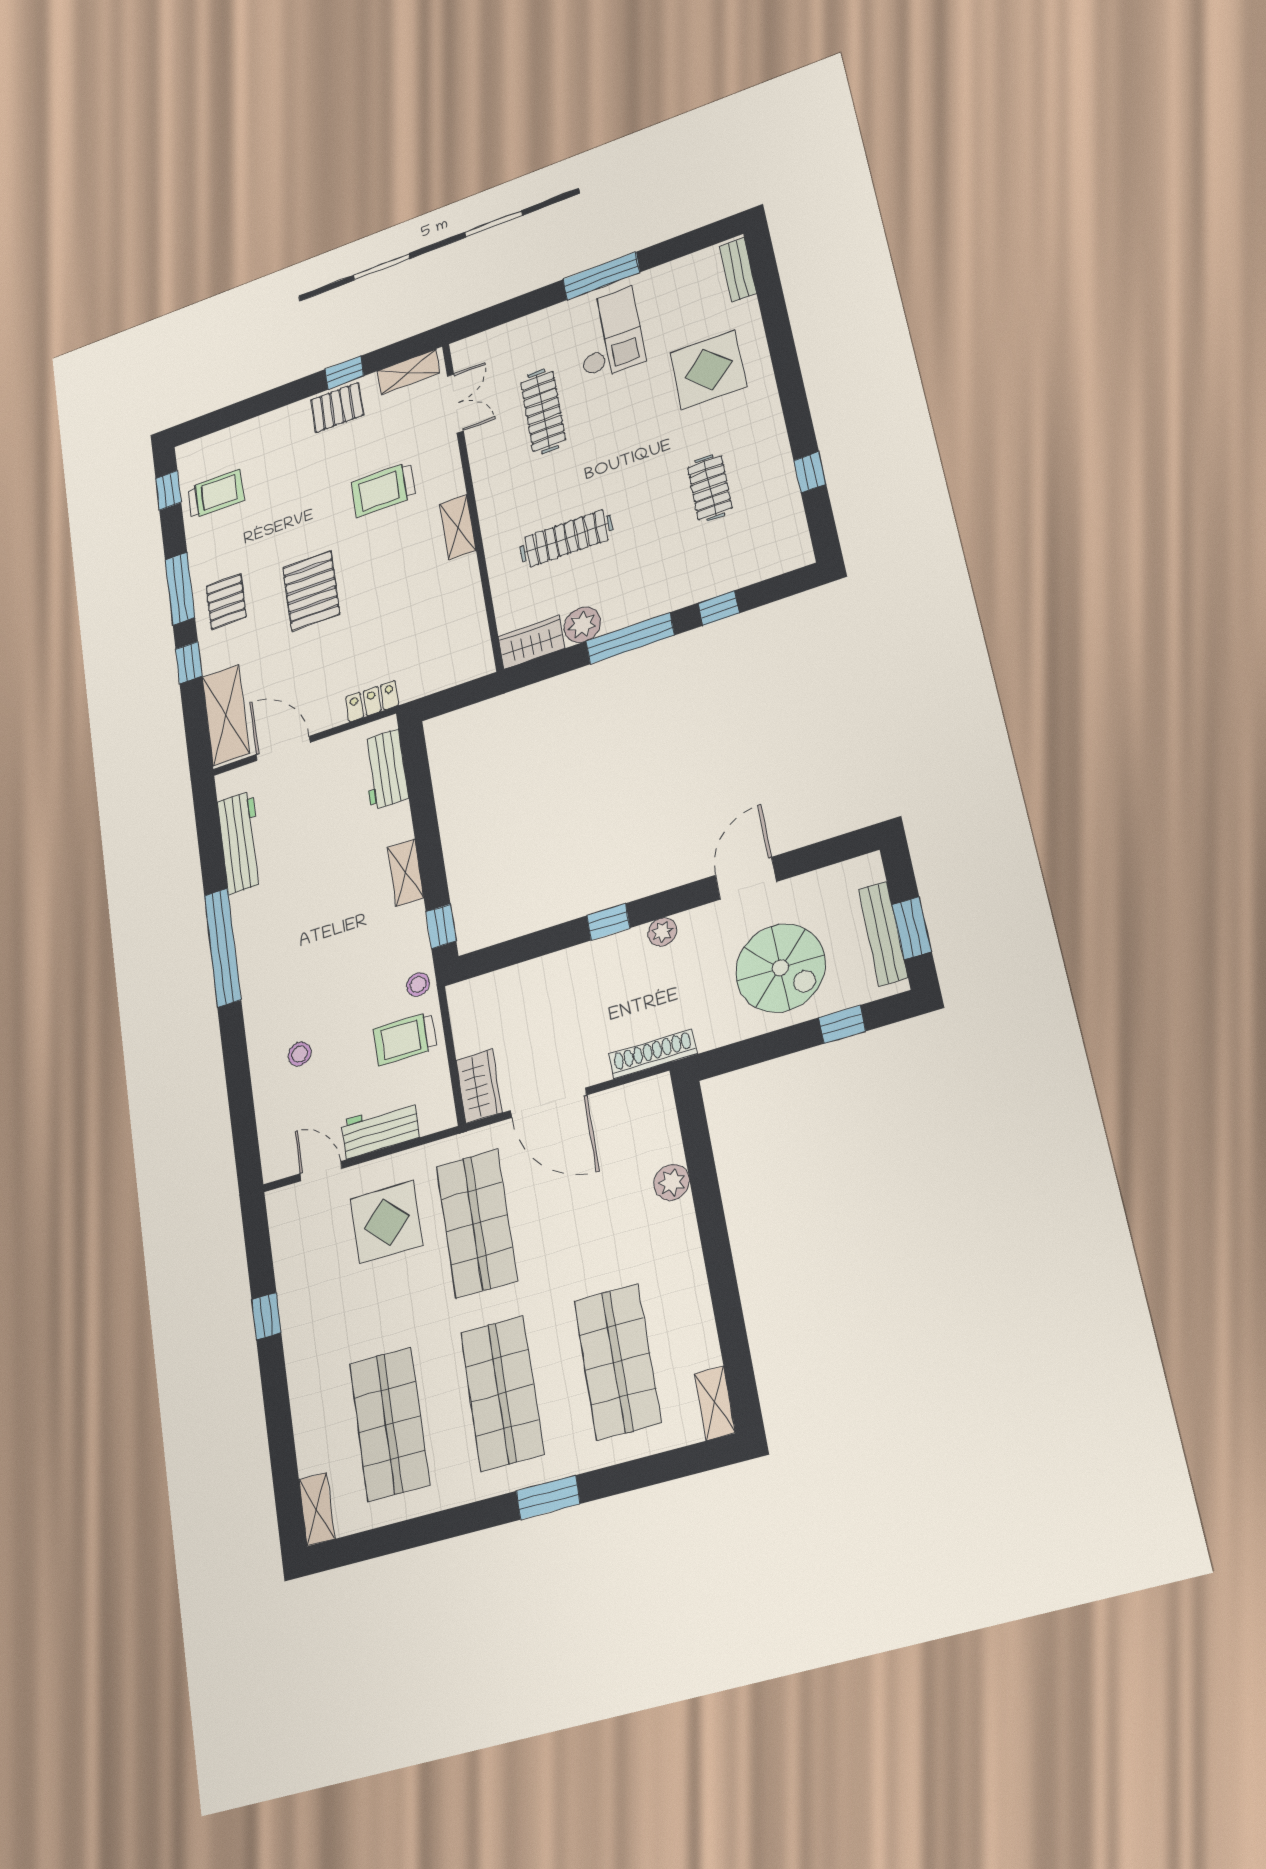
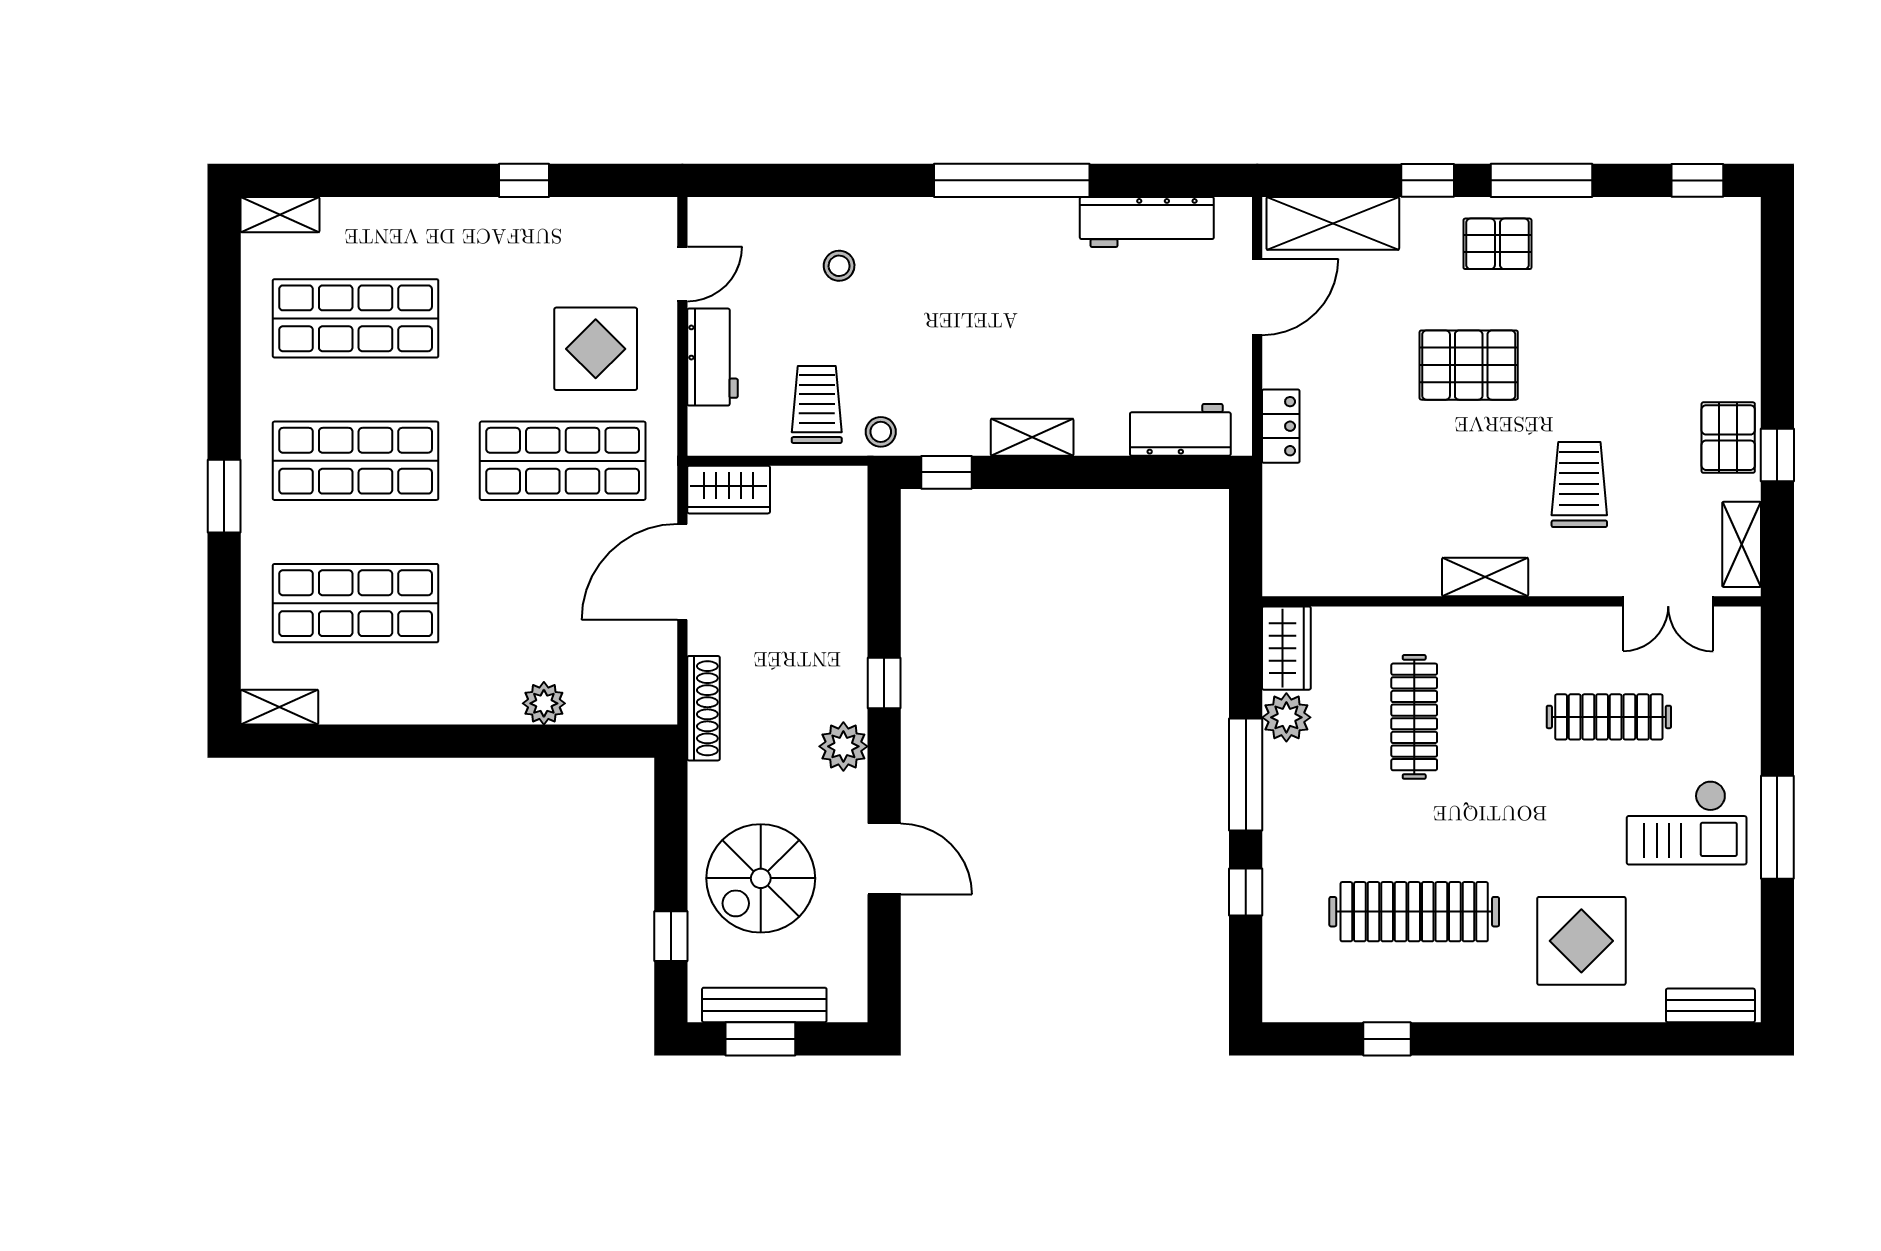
clothes rail: (710, 488) -> (1414, 912), width x1.86, depth x1.31
trolley: (216, 494) -> (1665, 249), removed
plant: (662, 932) -> (843, 746), width x1.38, depth x1.38

